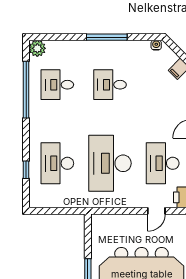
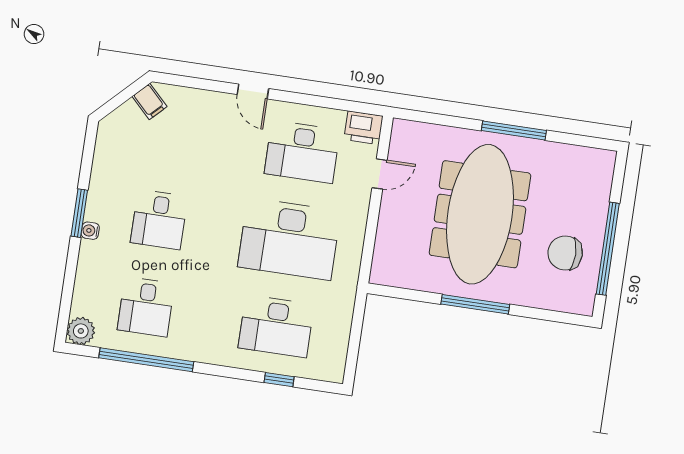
window: (107, 37) -> (79, 213), width x0.69
water cooler: (156, 45) -> (90, 231), moved
door: (156, 211) -> (379, 174), hinge flipped

